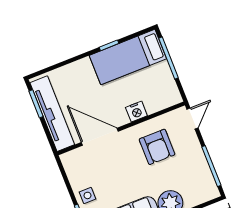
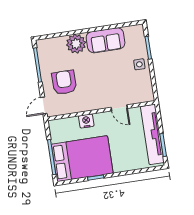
bed: (128, 57) -> (82, 159), width x1.50
door: (100, 137) -> (119, 108), width x0.53
armchair: (157, 147) -> (64, 82), moved

